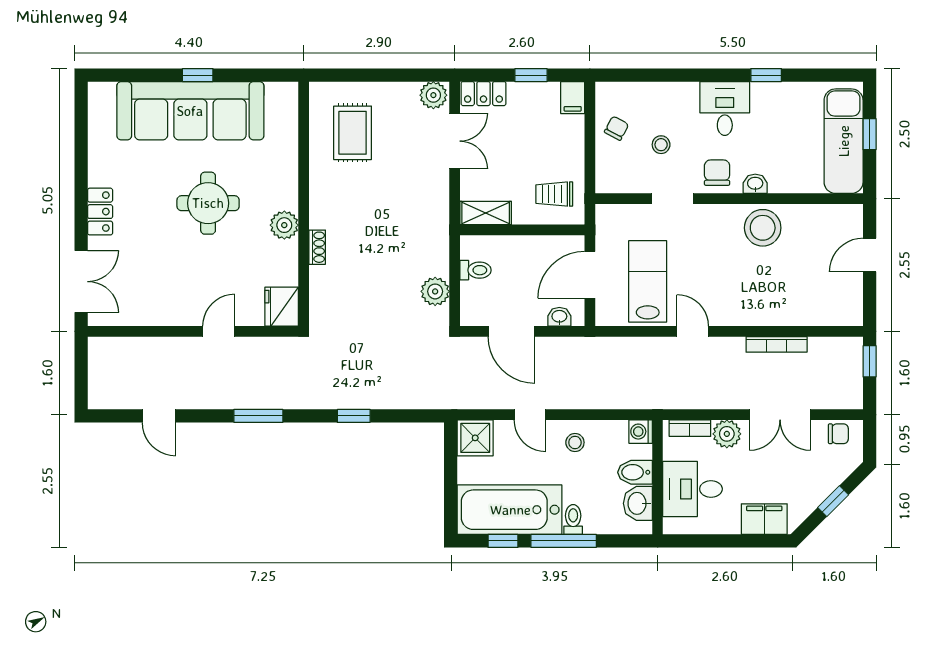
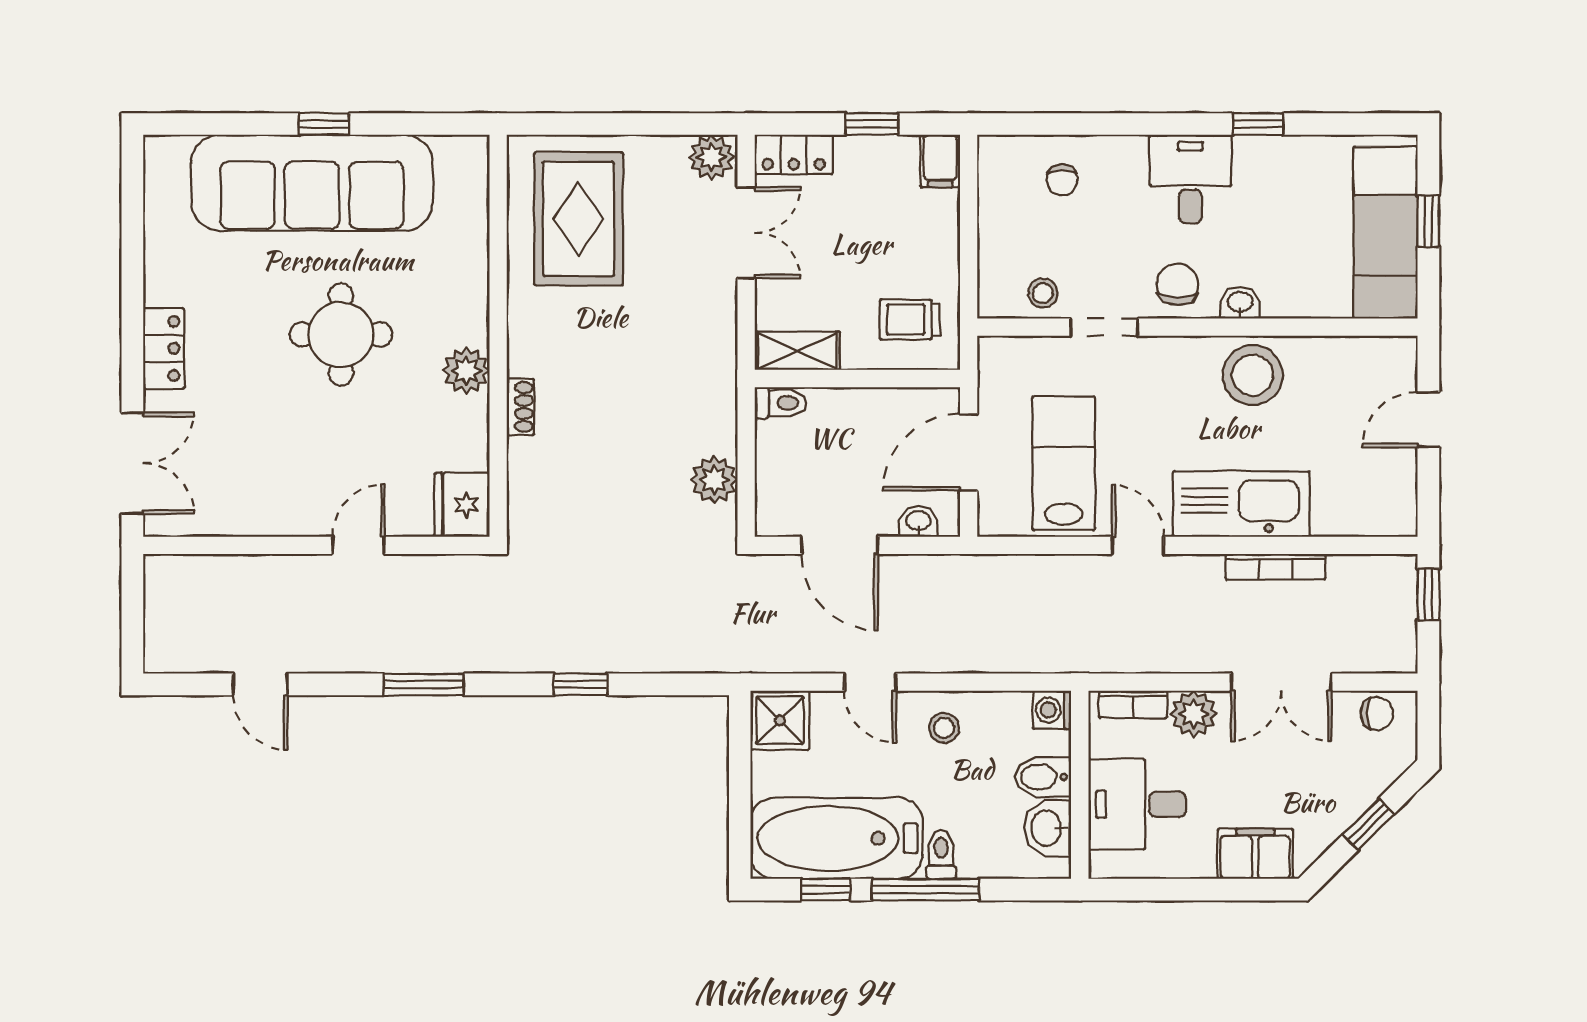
chair: (617, 128) -> (1062, 180), moved, turned 152
rug: (353, 133) -> (579, 219), width x1.36, depth x1.43
stool: (661, 145) -> (1043, 293), moved
toilet: (475, 270) -> (780, 403), moved
kitchen sink: (756, 306) -> (1241, 504), added

